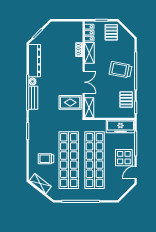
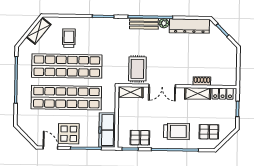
pallet: (111, 32) -> (209, 132), moved
trolley: (121, 70) -> (177, 131), turned 79

